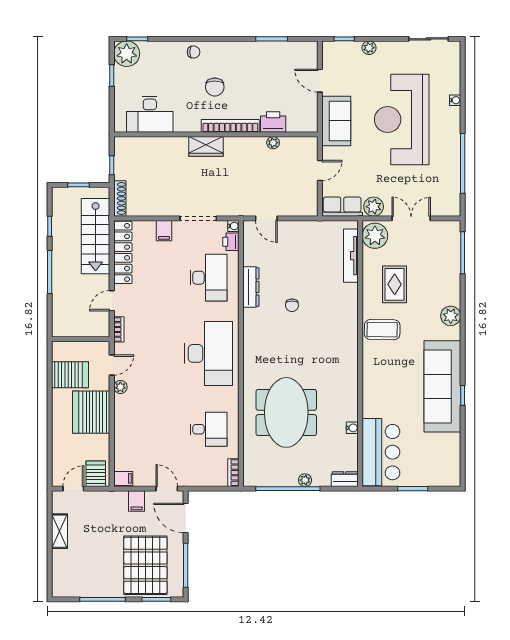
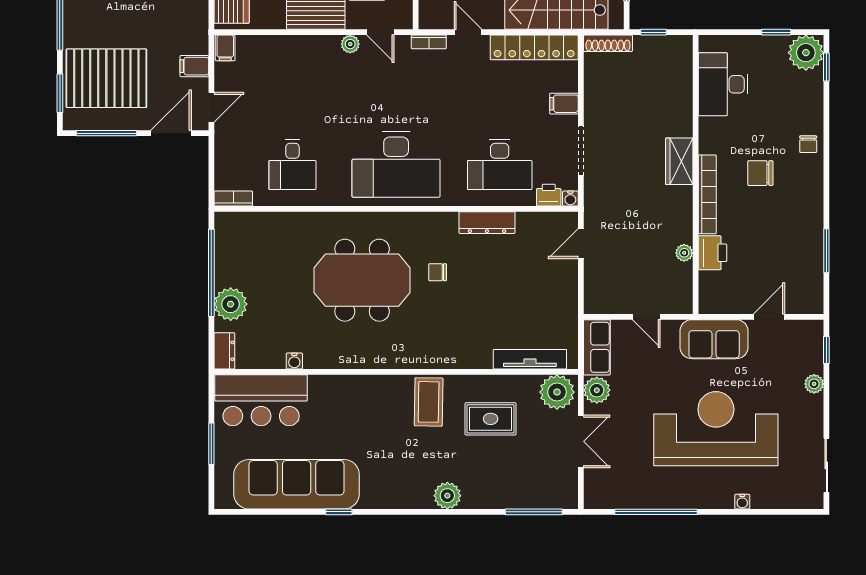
chair: (292, 305) -> (438, 272), moved
sofa: (442, 386) -> (297, 484), moved
meeting table: (286, 412) -> (362, 280), moved
plant: (305, 480) -> (231, 304), width x1.87, depth x1.87

